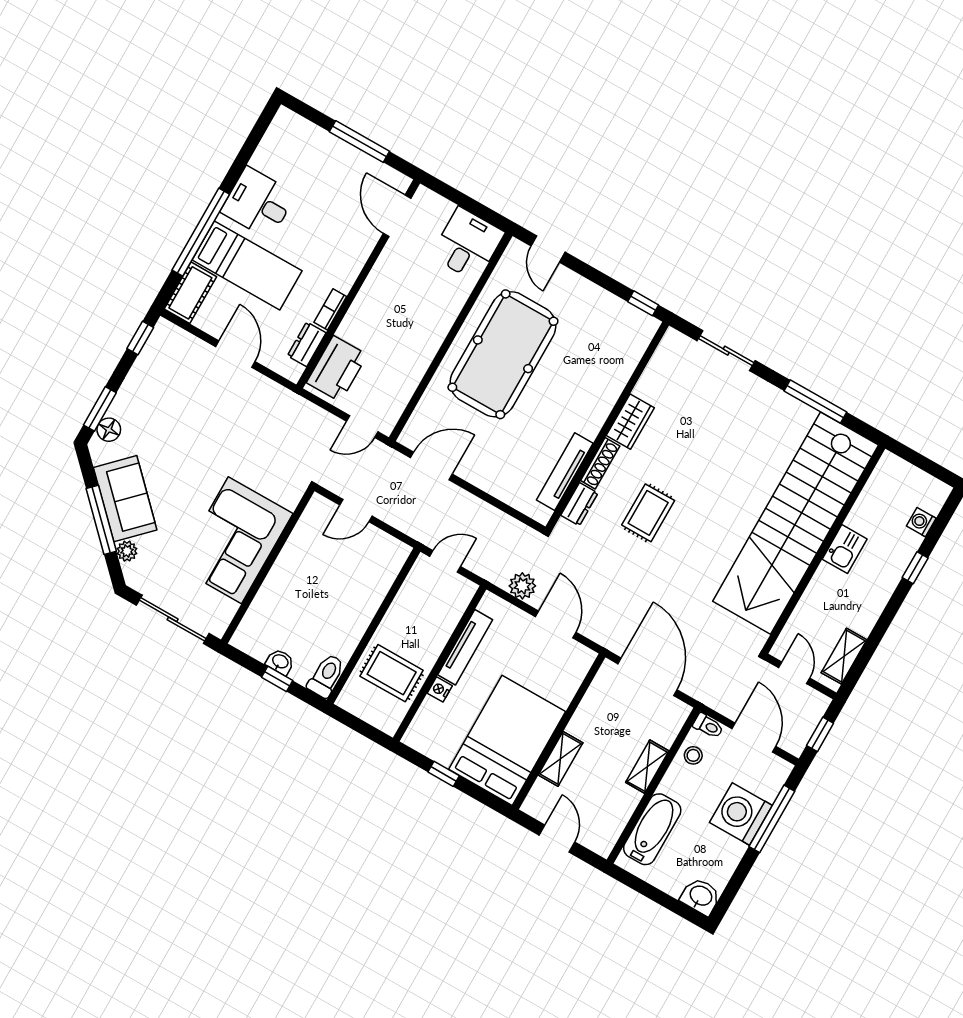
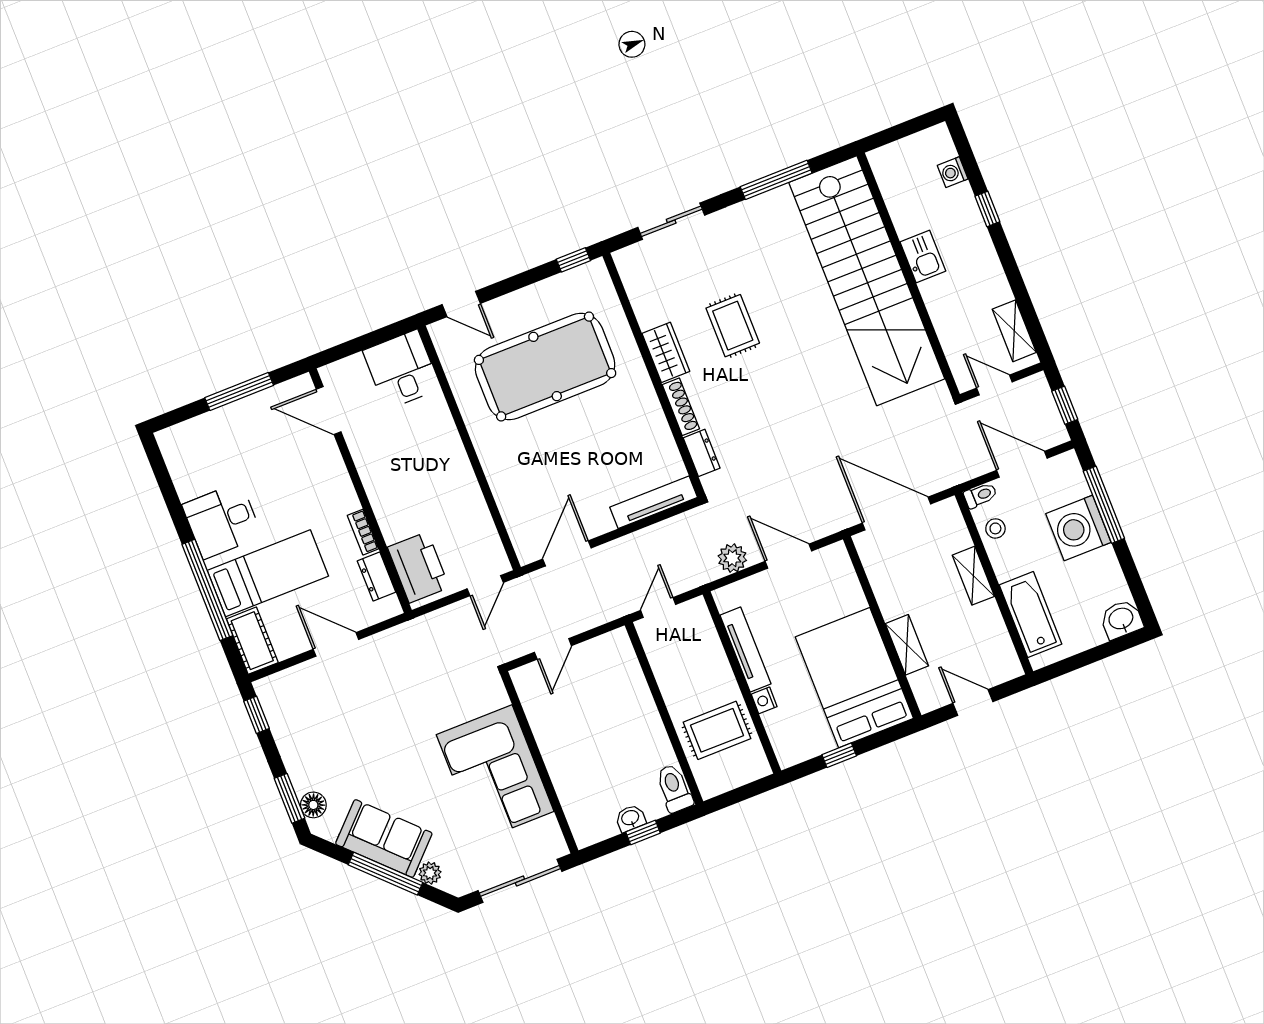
pool table: (503, 354) -> (545, 366), moved, turned 90
tv unit: (565, 472) -> (654, 502), moved, turned 90
rug: (648, 513) -> (733, 326), moved

